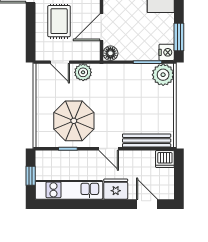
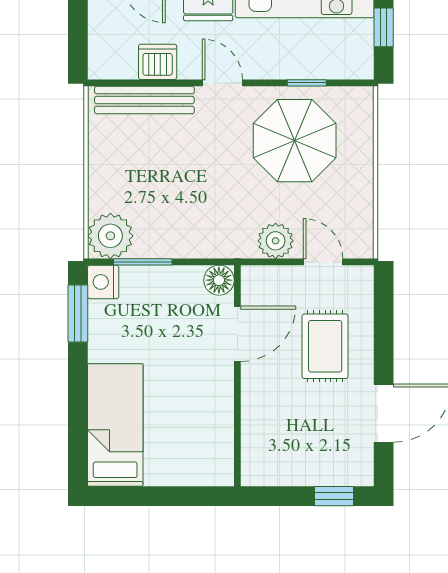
dishwasher: (165, 159) -> (158, 62), moved

